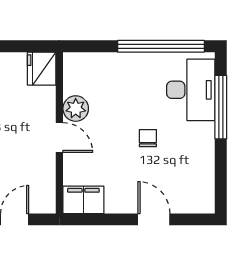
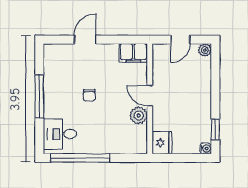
desk: (191, 90) -> (60, 134), width x0.73
window: (221, 107) -> (39, 96), moved
door: (154, 219) -> (85, 40), swing flipped

